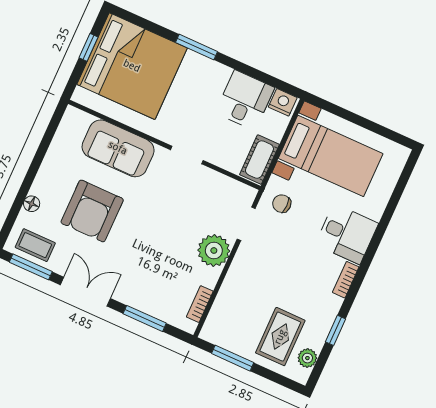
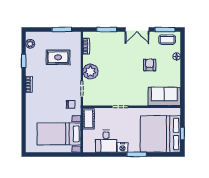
nightstand: (283, 102) -> (122, 147), moved
sofa: (118, 148) -> (164, 96), moved
armchair: (92, 211) -> (150, 65), width x0.53, depth x0.53
desk: (347, 234) -> (37, 104), removed
rug: (280, 337) -> (58, 57), moved, turned 90

